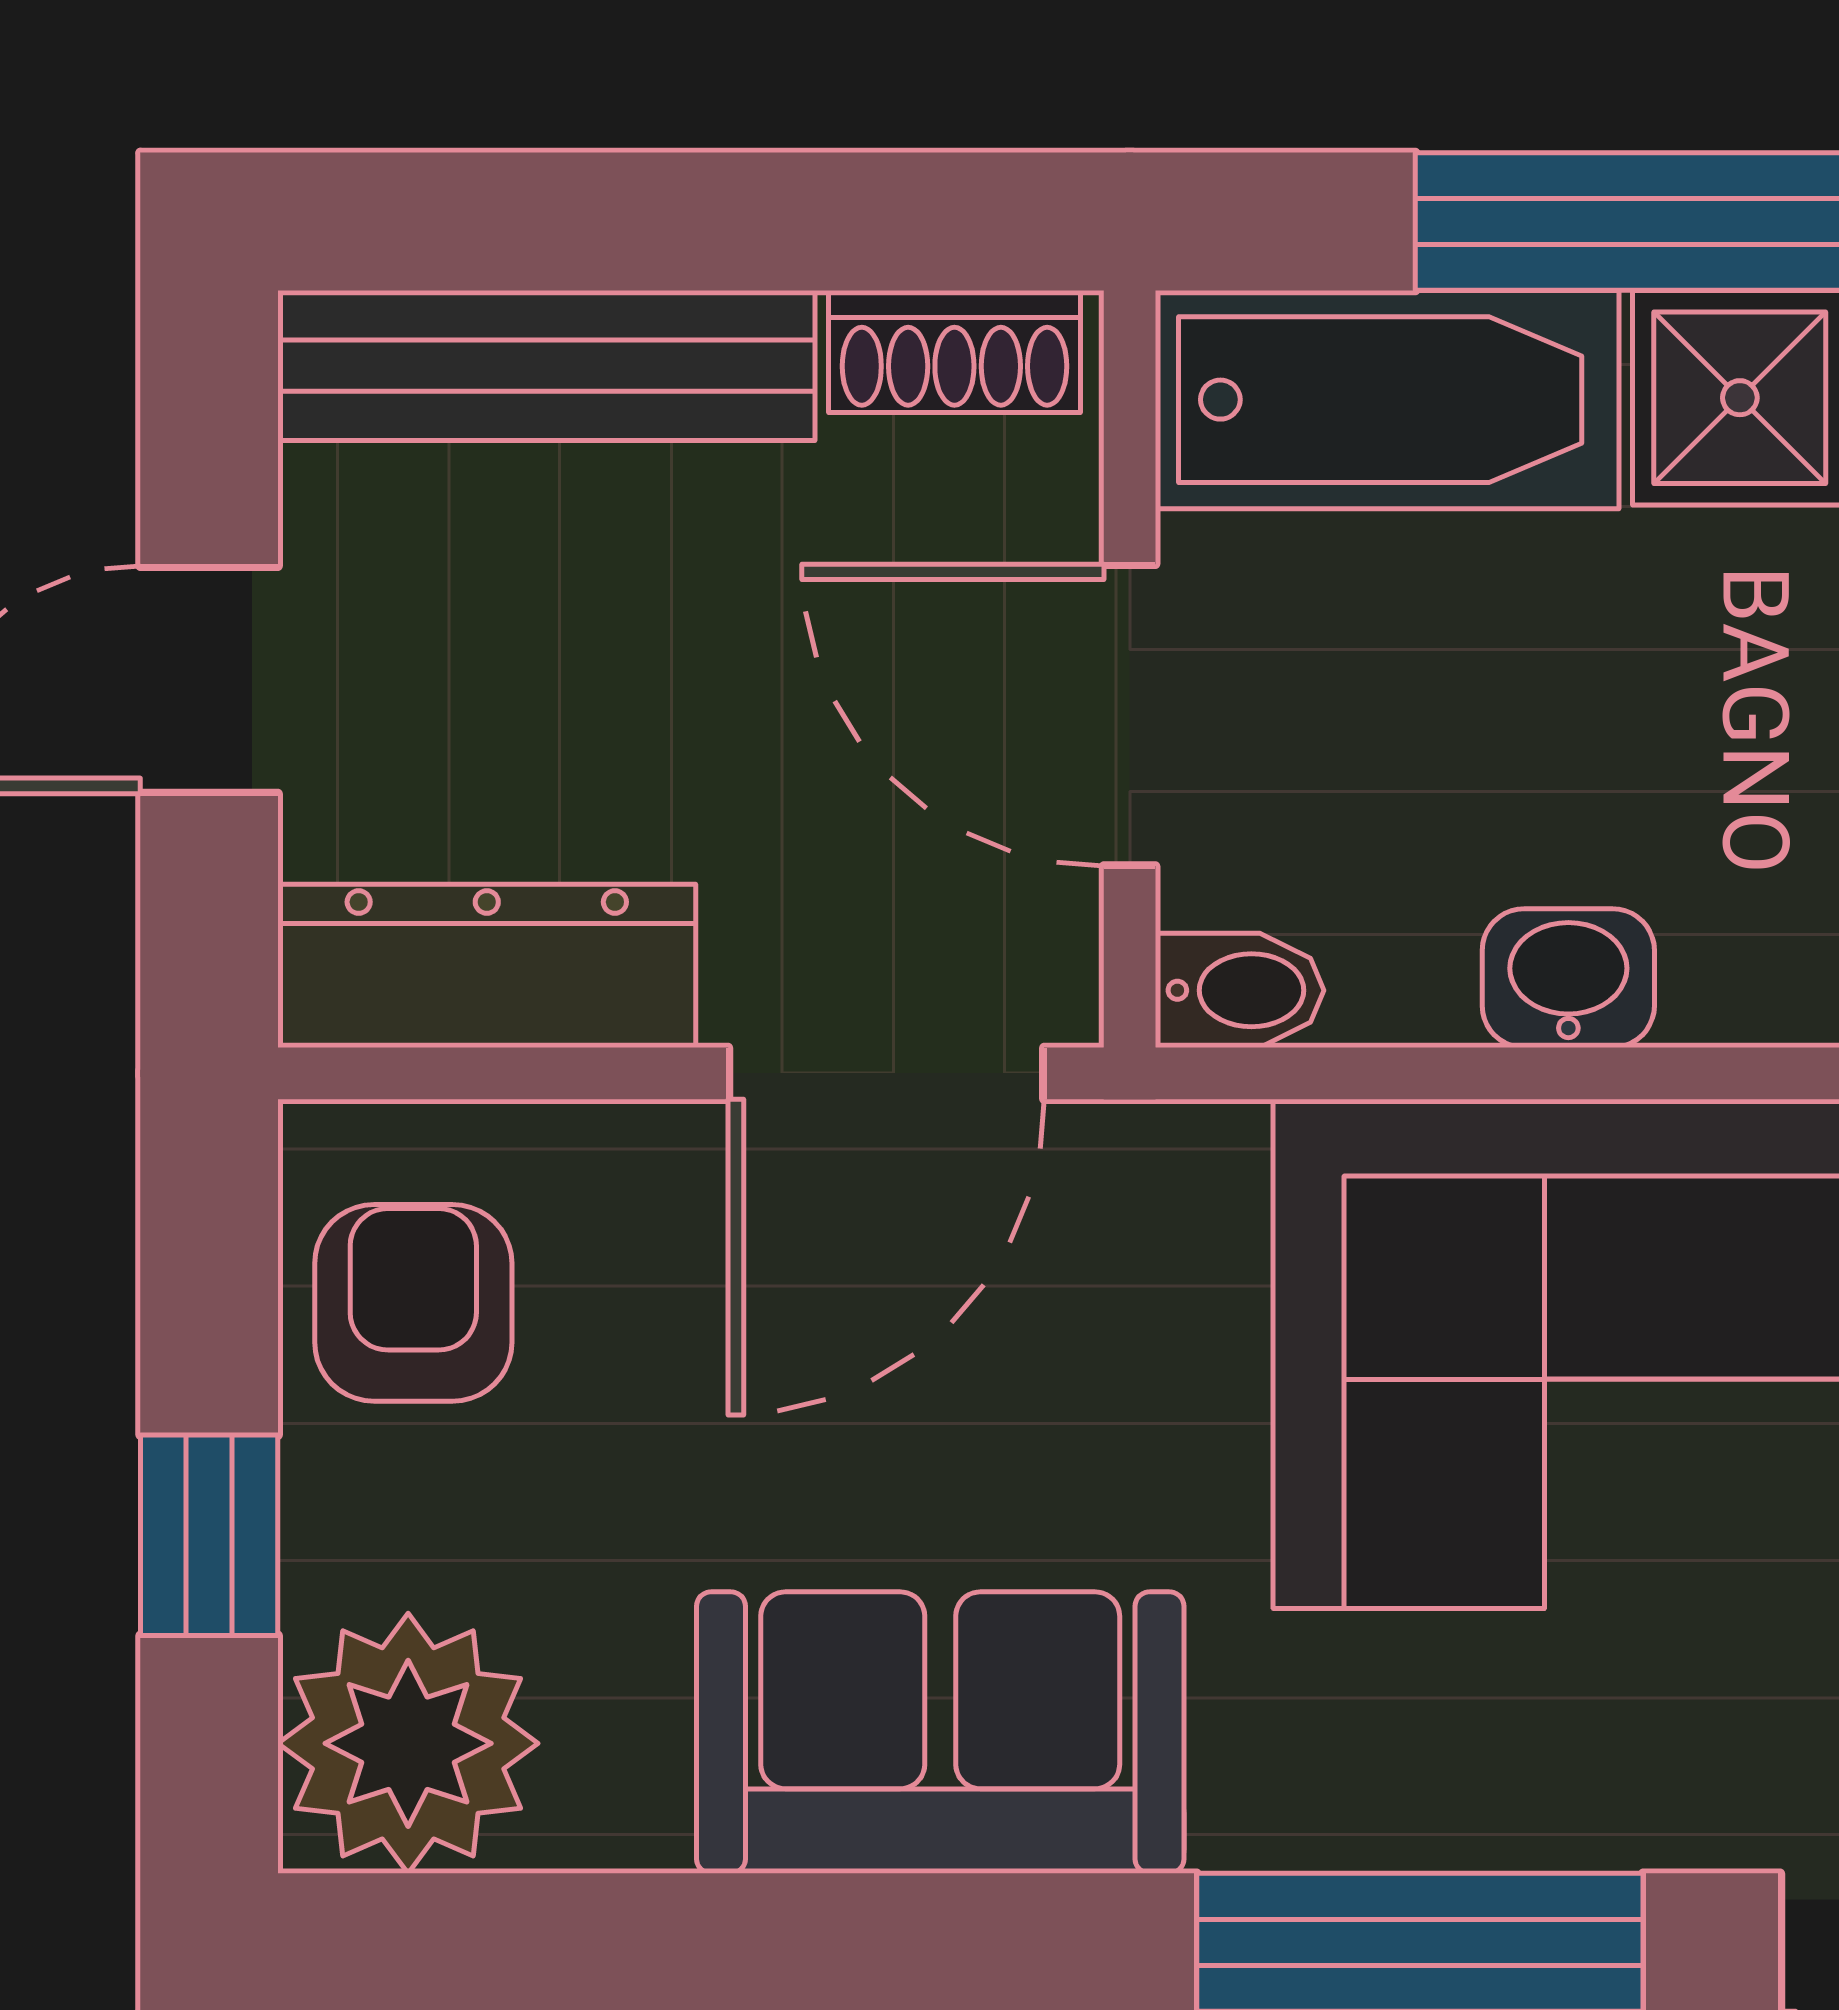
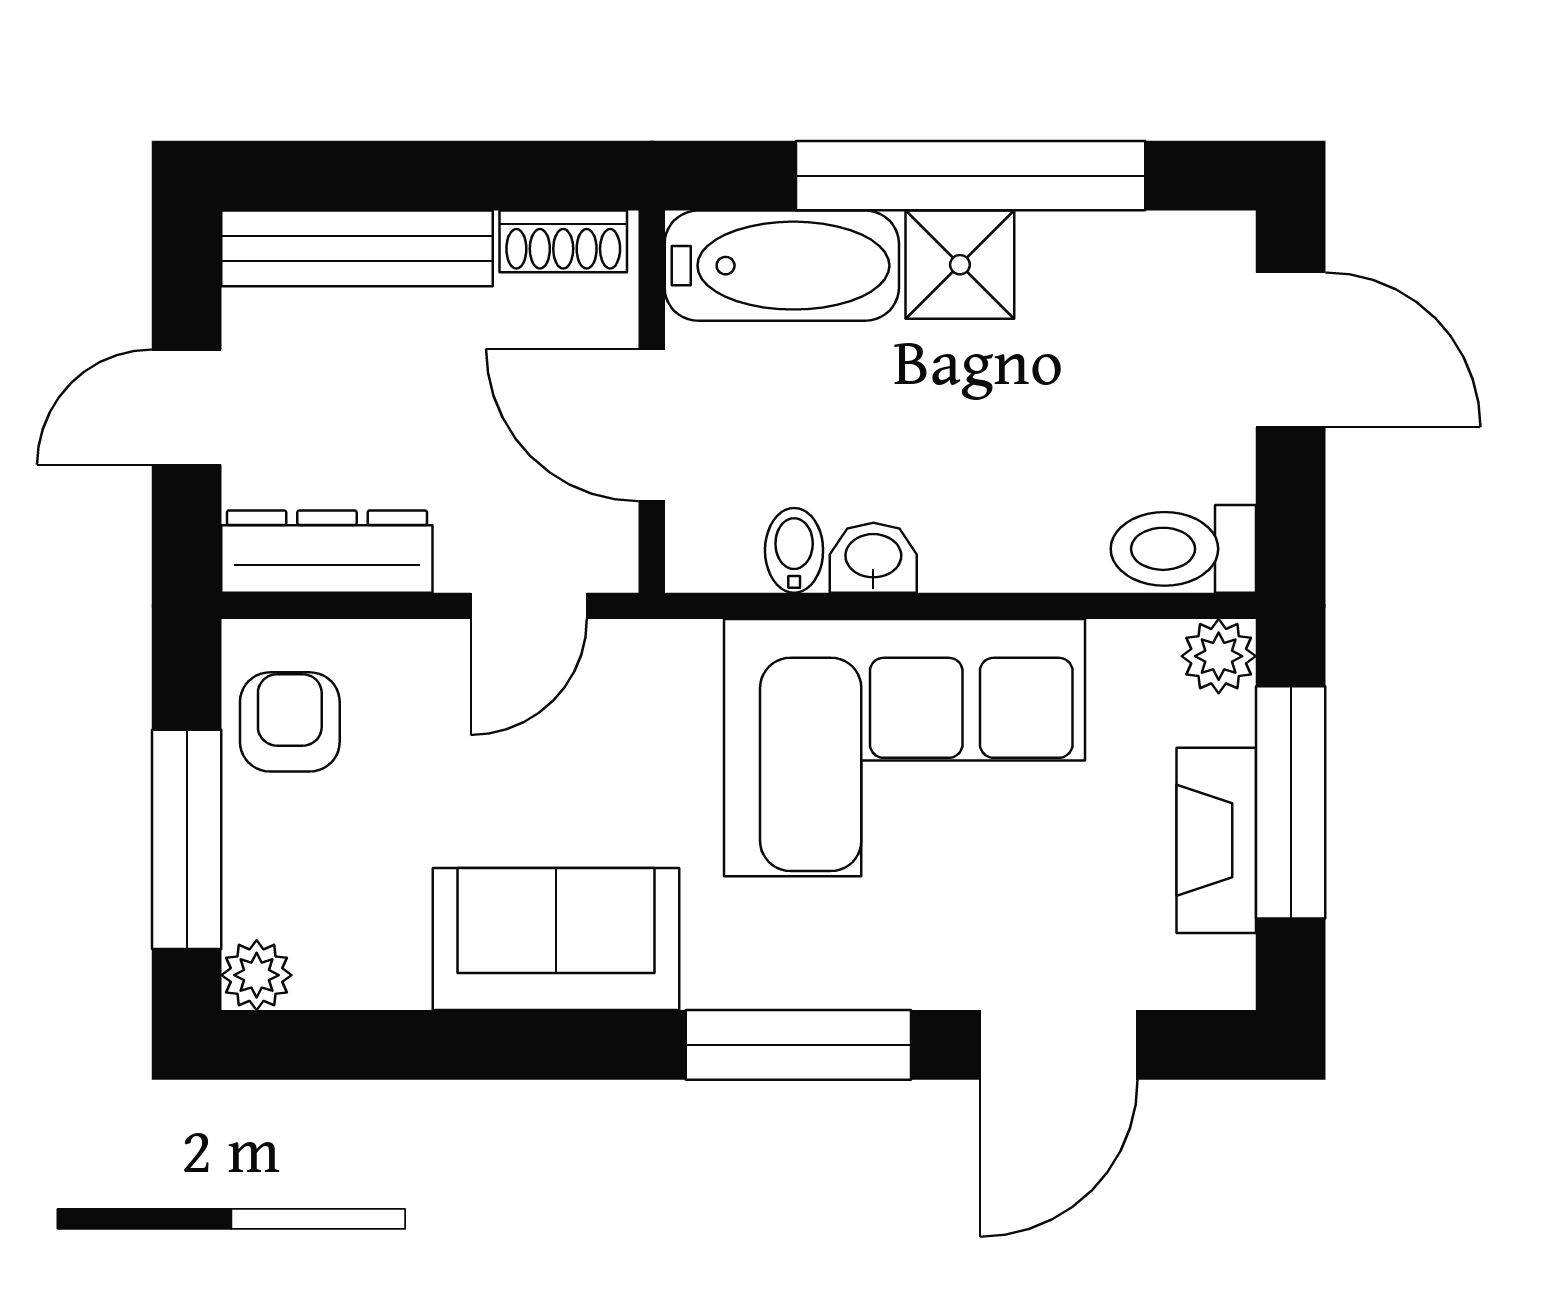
bidet: (1240, 990) -> (794, 550), moved, turned -90
door: (886, 1073) -> (529, 606), width x0.73
window: (209, 1535) -> (187, 839), width x2.17
plant: (408, 1743) -> (257, 975), width x0.53, depth x0.53

